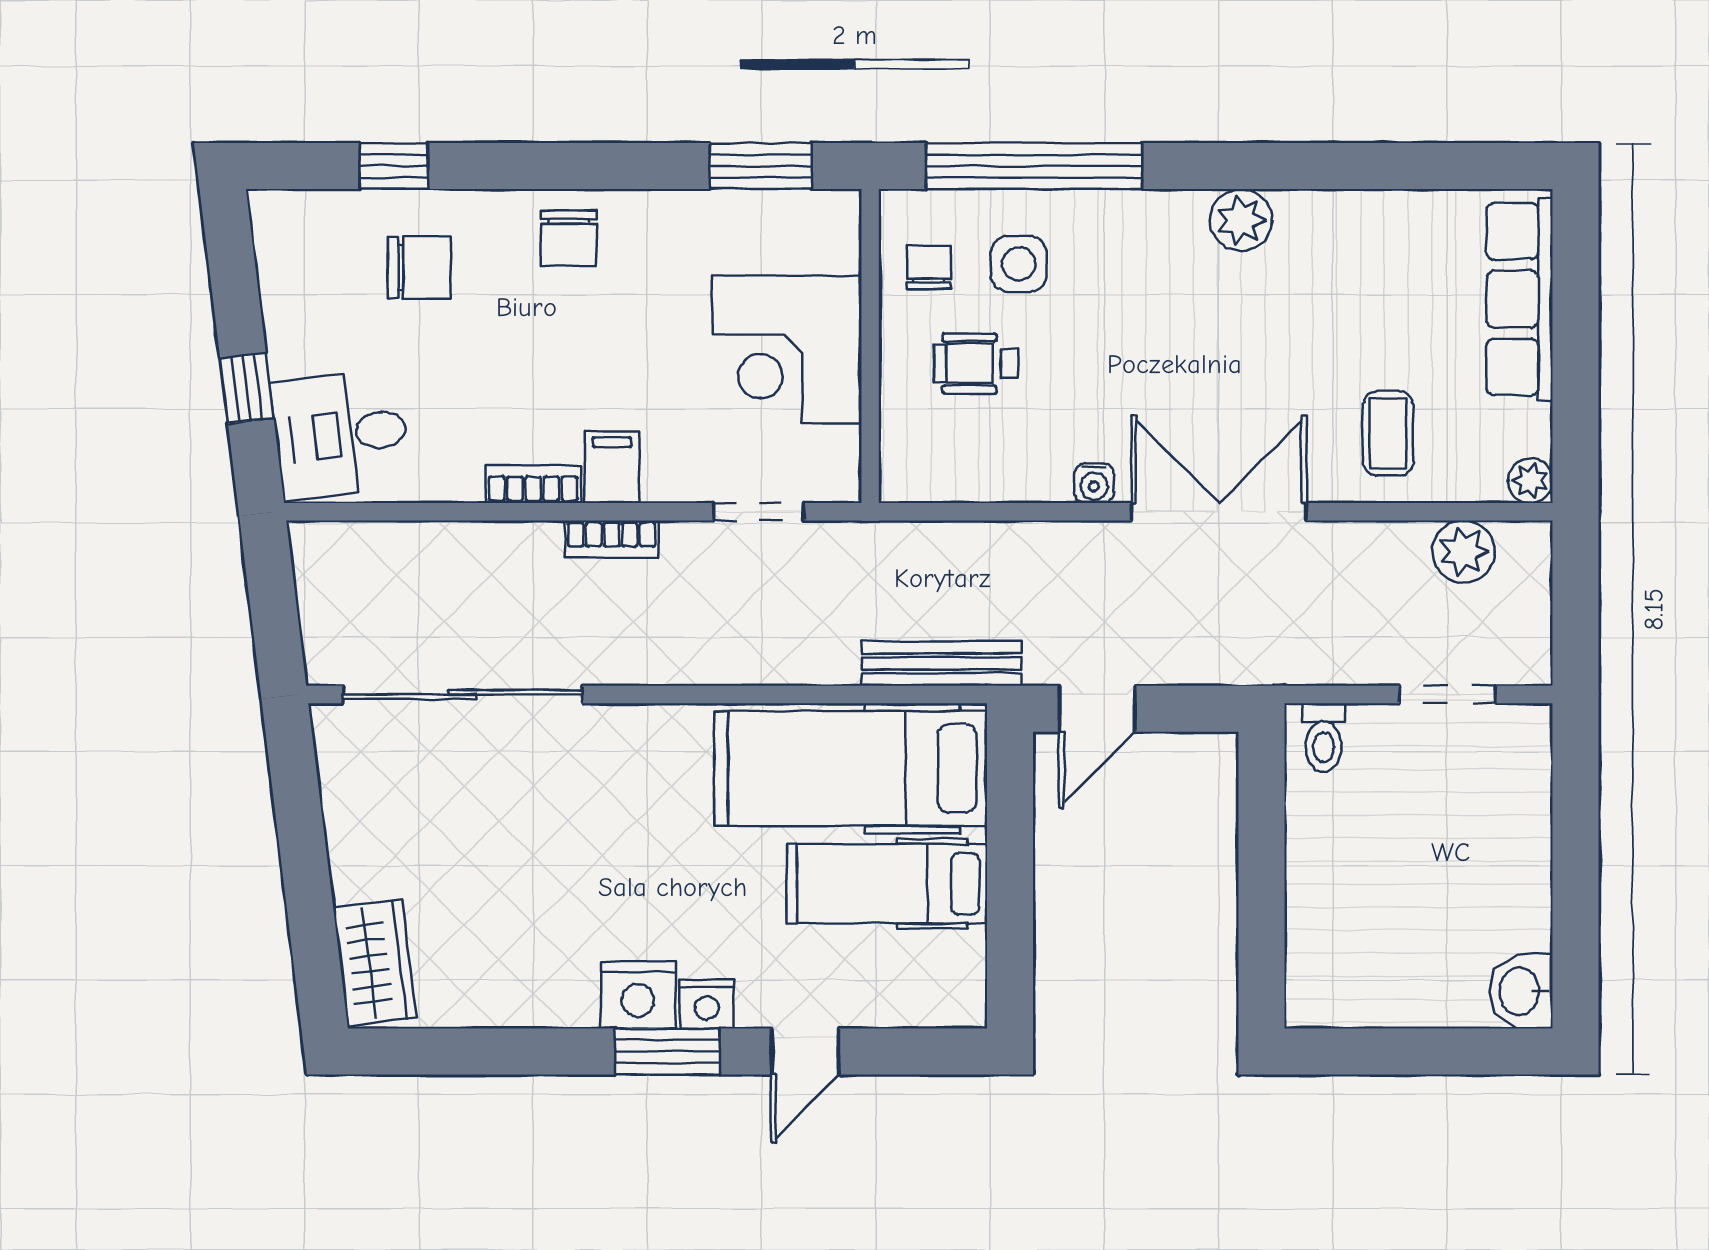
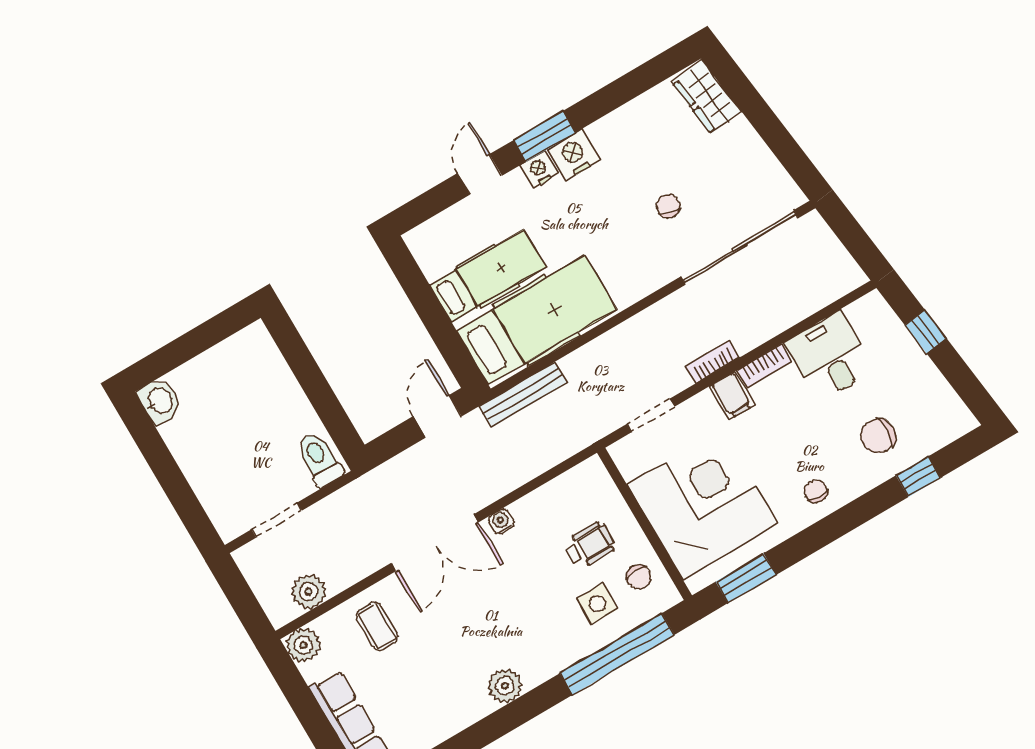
chair: (569, 238) -> (816, 491), width x0.73, depth x0.73
corner desk: (787, 350) -> (703, 505), width x1.36, depth x1.36
desk: (341, 435) -> (830, 356), moved, turned -83
plant: (1530, 481) -> (303, 645), width x1.38, depth x1.38
toilet: (1324, 738) -> (319, 459), width x1.37, depth x1.39
chair: (537, 826) -> (668, 206), added

